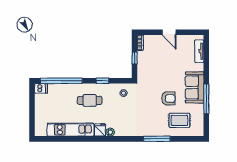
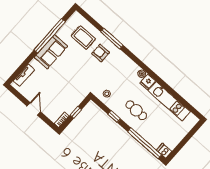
armchair: (168, 98) -> (101, 53), moved
window: (206, 99) -> (50, 36), width x1.46

